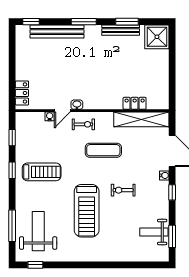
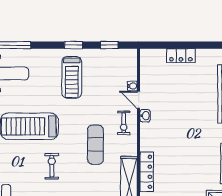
locker: (22, 93) -> (181, 56), moved
locker: (135, 103) -> (147, 172), width x1.53

